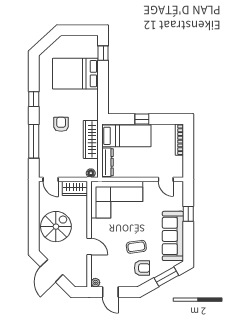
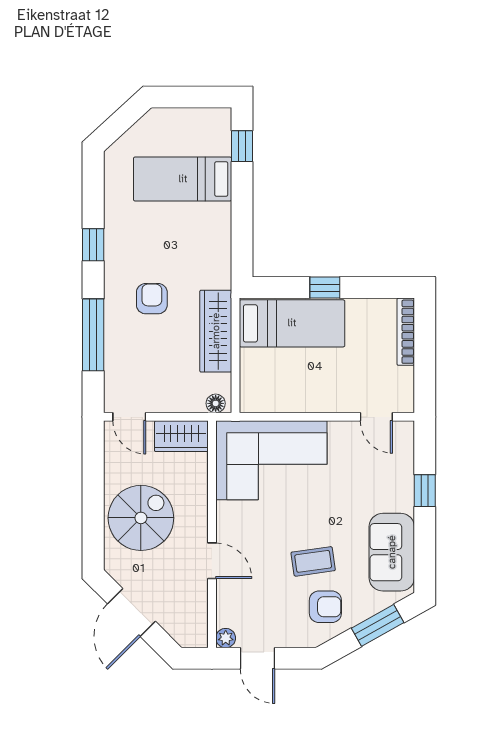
bed: (75, 74) -> (183, 179), width x0.67
dresser: (107, 162) -> (251, 380), removed
sofa: (173, 236) -> (392, 552), width x0.73

